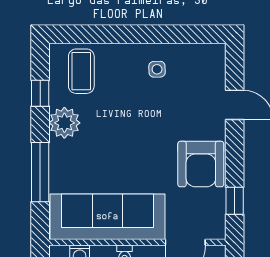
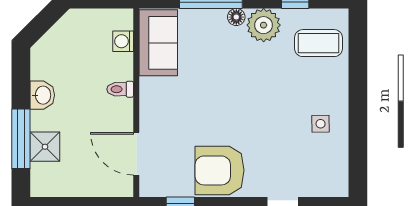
floor lamp: (57, 148) -> (236, 17), added
sofa: (107, 217) -> (158, 43), width x0.54, depth x0.79

